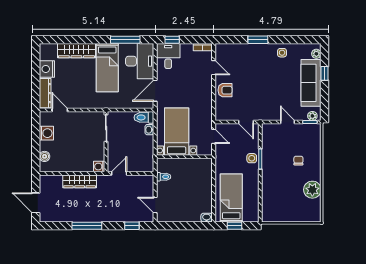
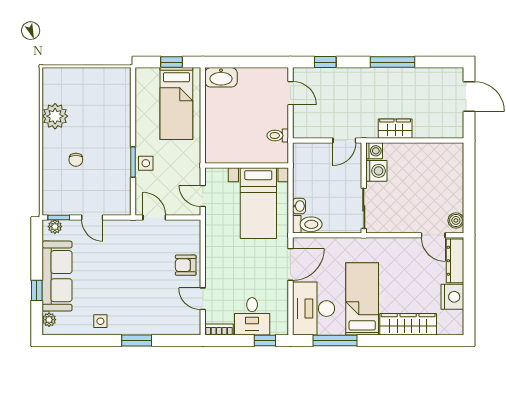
desk: (168, 56) -> (252, 316), moved
washing machine: (46, 133) -> (376, 171), moved, turned 180
boiler: (45, 156) -> (456, 220), moved
wardrobe: (80, 181) -> (395, 129), width x0.67
washbasin: (207, 218) -> (221, 77), width x1.91, depth x1.45

